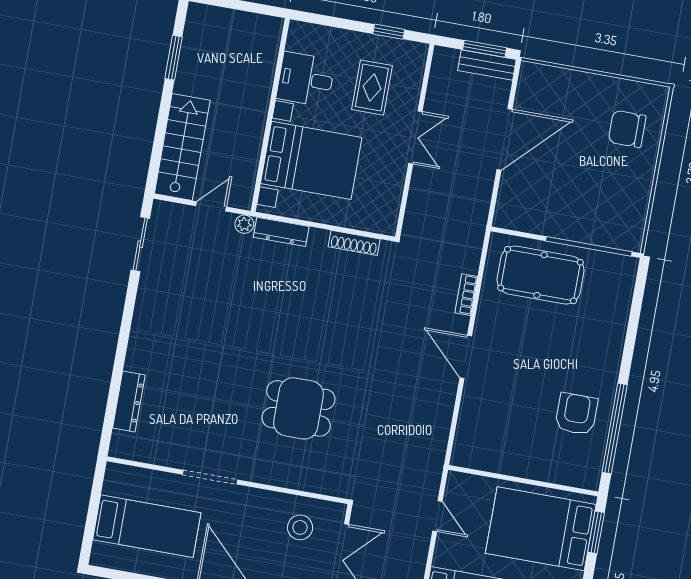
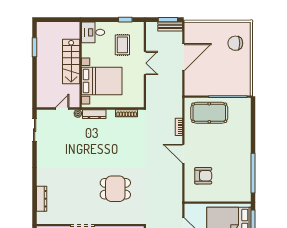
desk: (306, 79) -> (93, 32), moved
stairs: (182, 147) -> (71, 61), moved, turned 180
armchair: (576, 414) -> (203, 176), moved, turned 90

